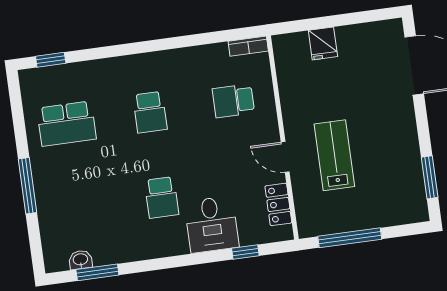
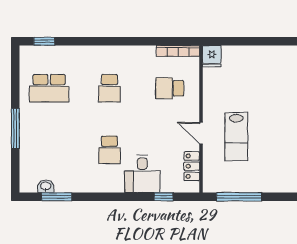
fridge: (323, 43) -> (212, 56), moved
bookcase: (248, 46) -> (178, 51), width x1.56
lab bench: (334, 155) -> (236, 137), turned 180

